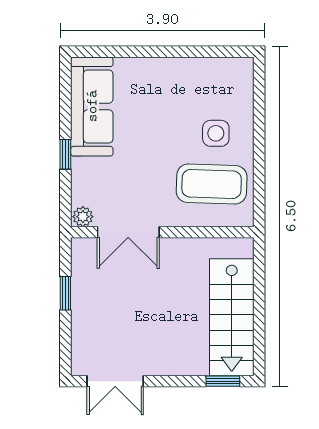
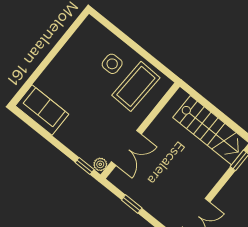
sofa: (92, 106) -> (42, 110), width x0.73
window: (65, 154) -> (85, 166), moved

